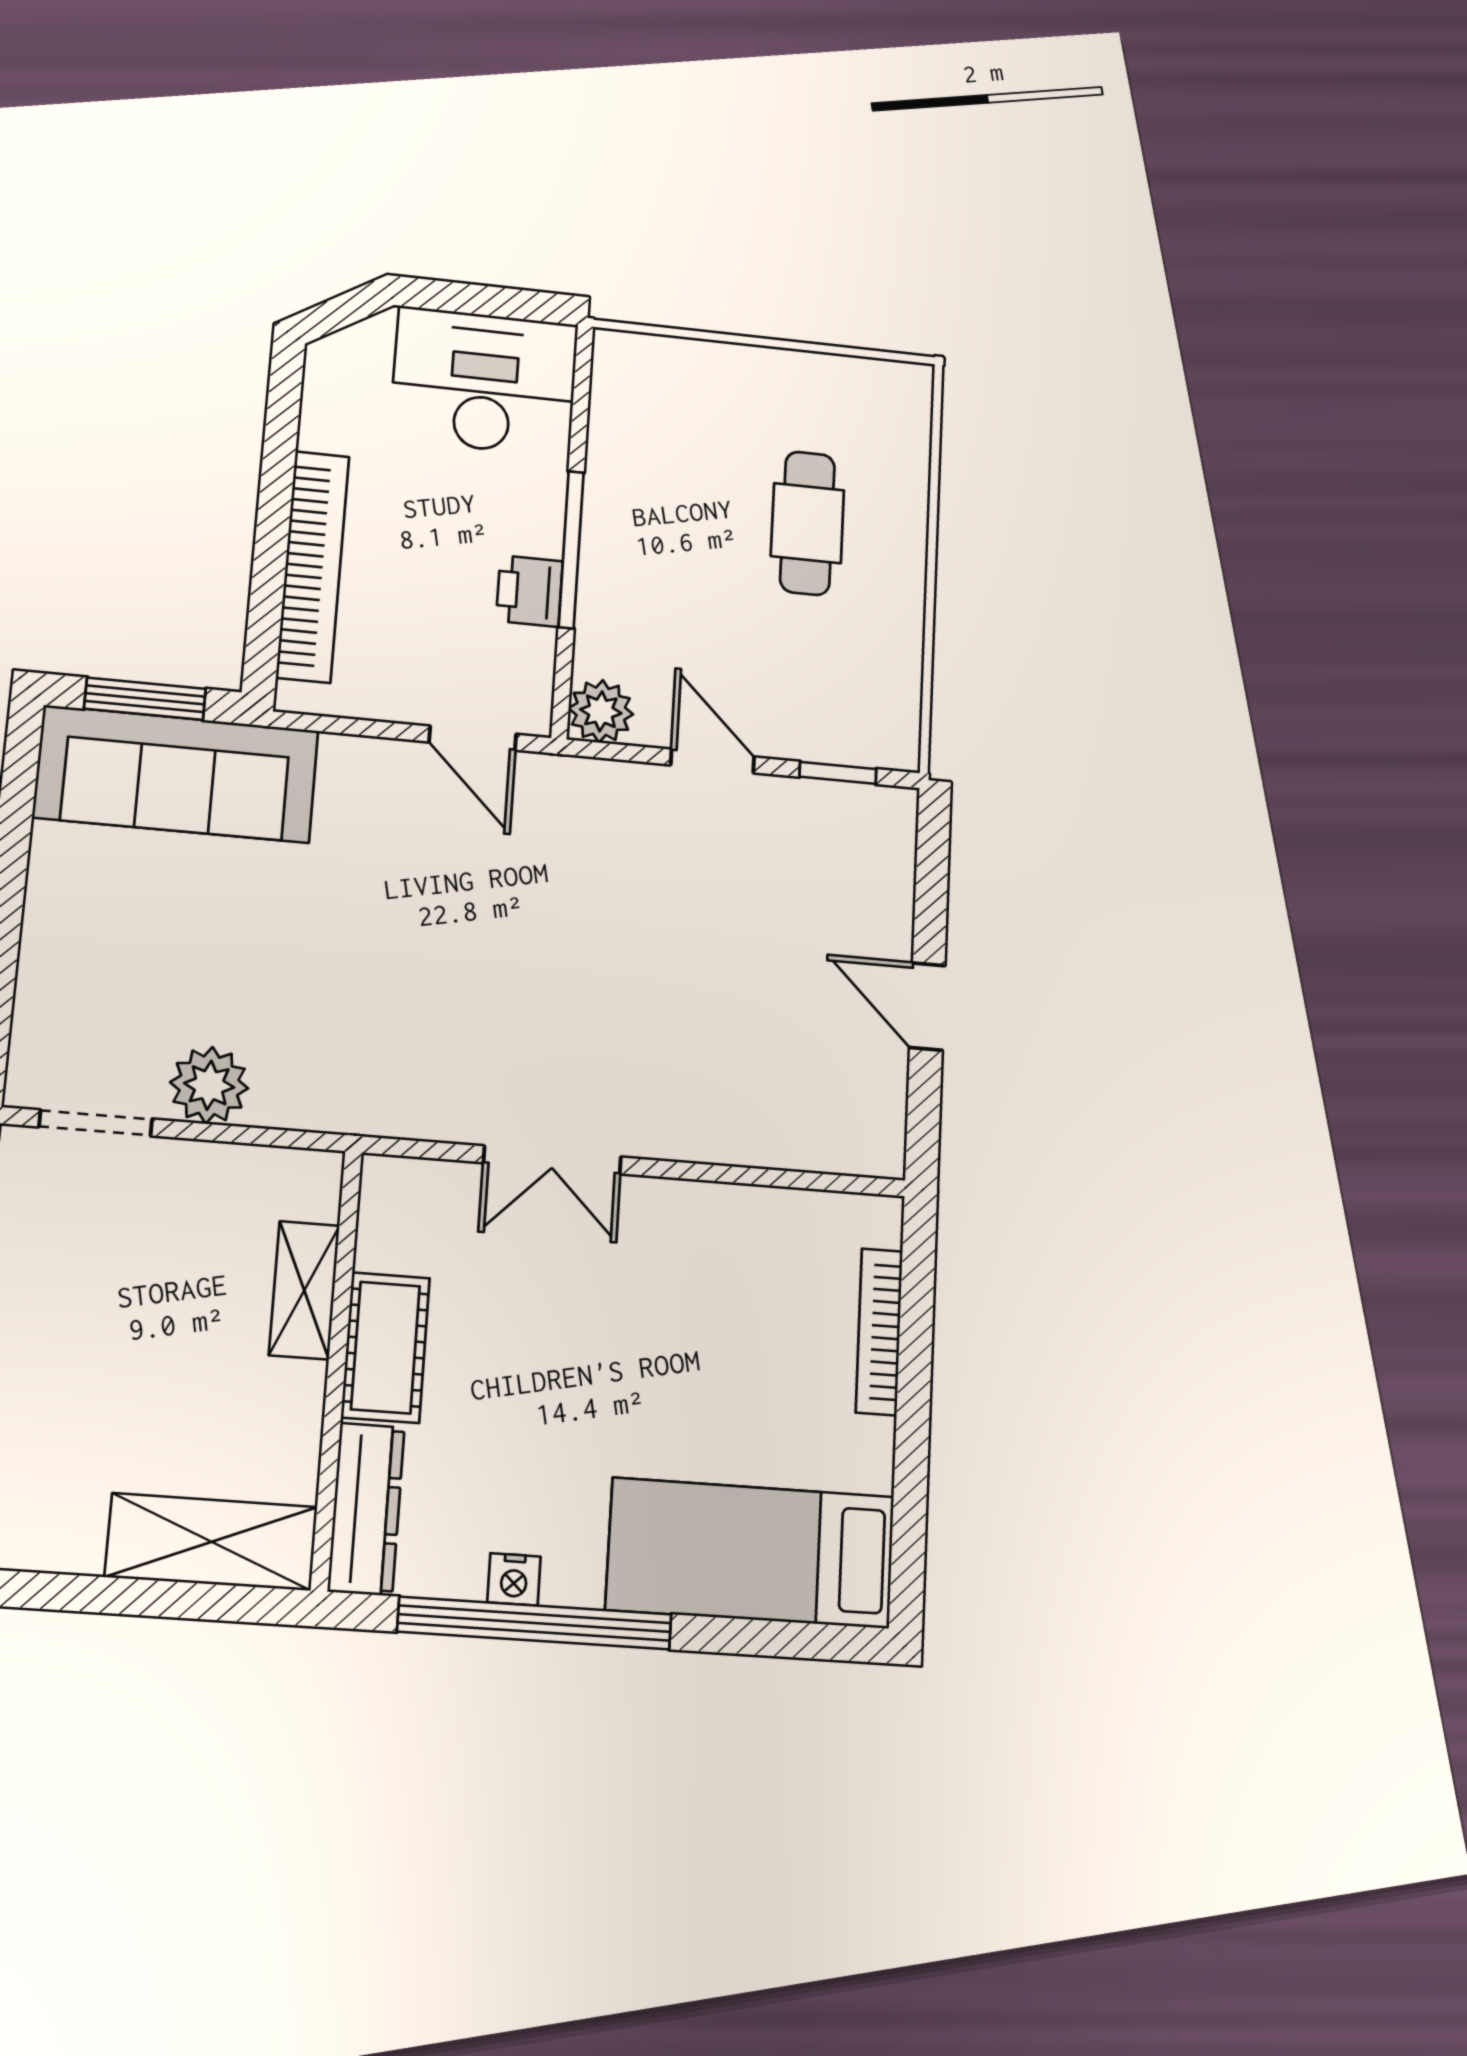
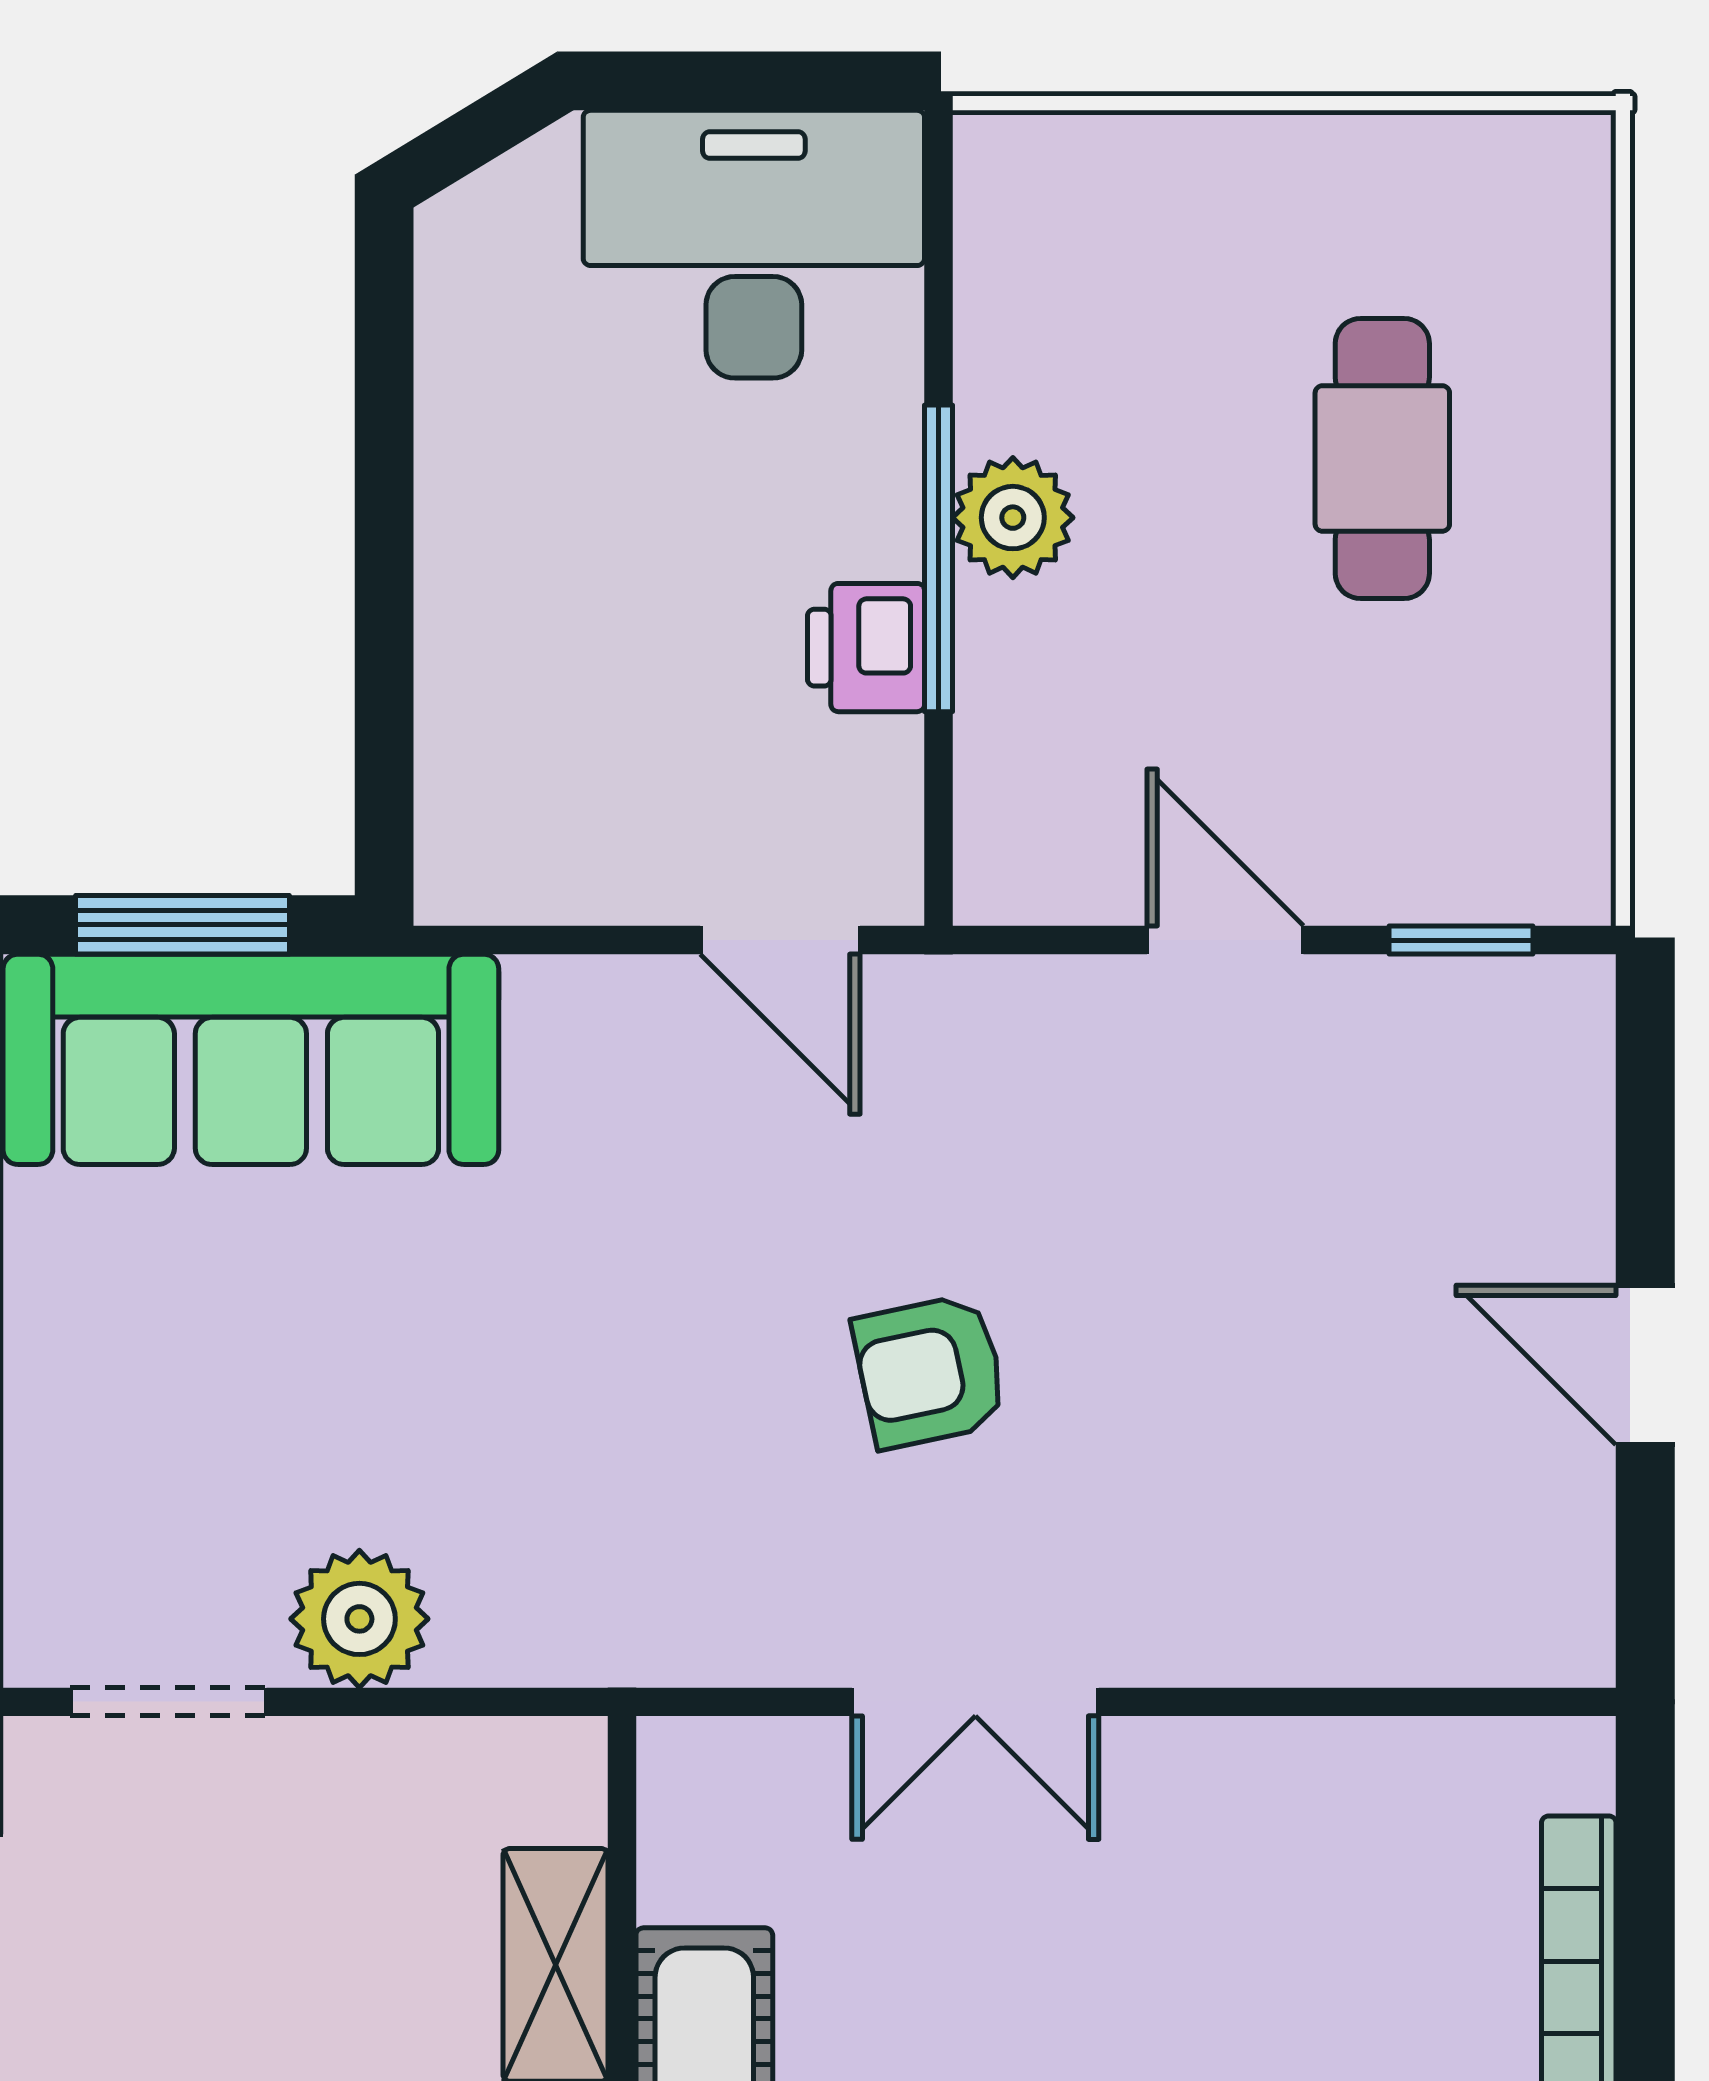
bookcase: (313, 566) -> (463, 642), removed
plant: (601, 711) -> (1013, 518), moved
armchair: (539, 976) -> (930, 1371), added

